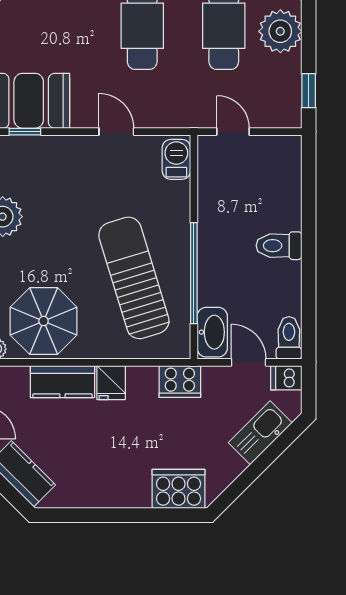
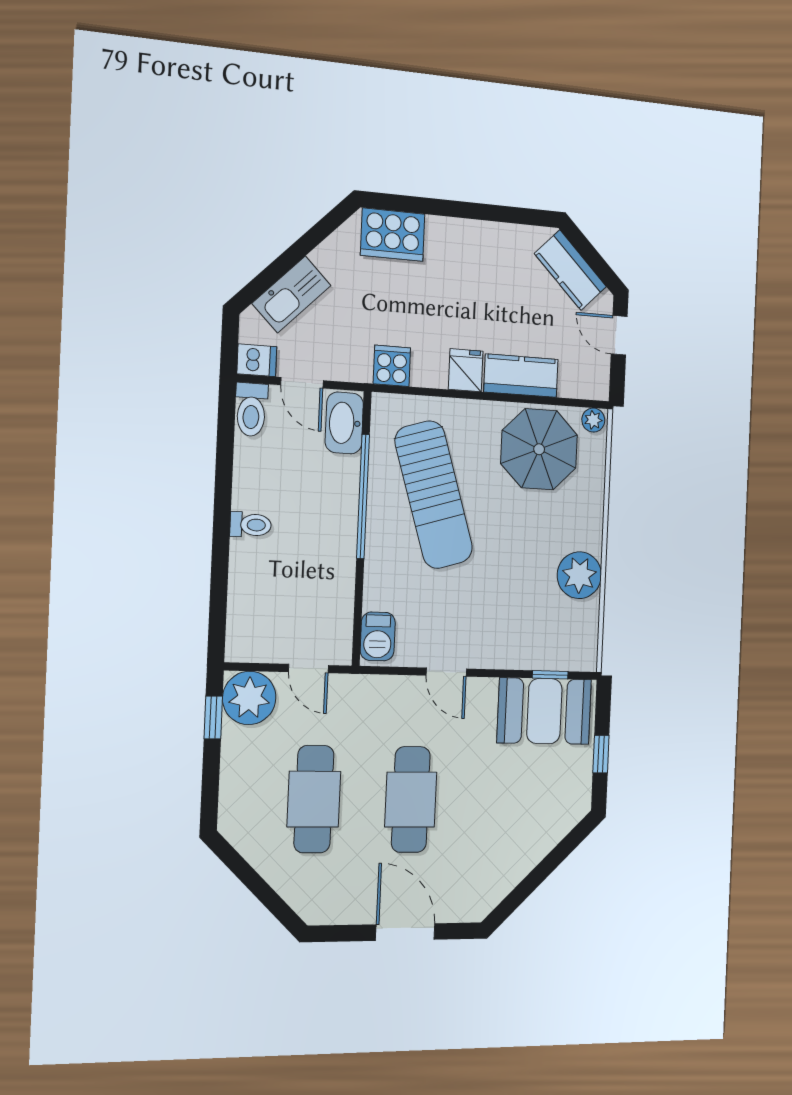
plant: (280, 31) -> (249, 698), moved
toilet: (279, 246) -> (251, 525), width x0.73, depth x0.72
cooker: (180, 382) -> (392, 366), width x0.73

